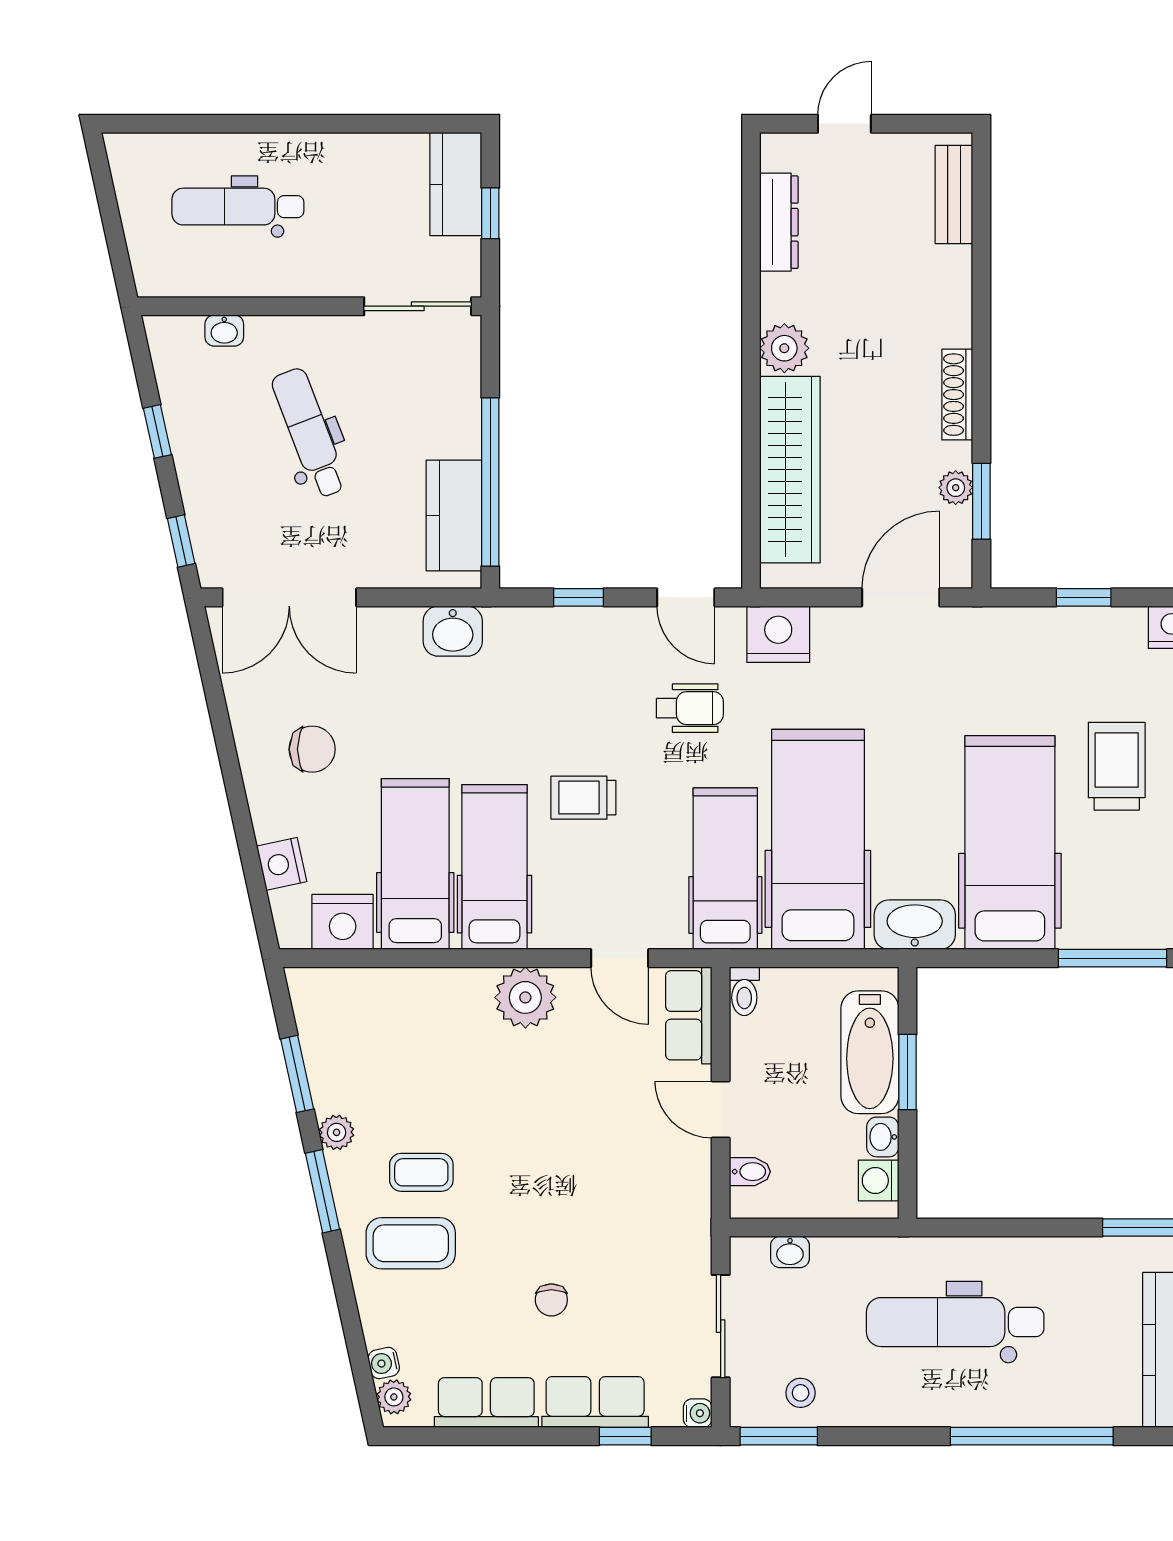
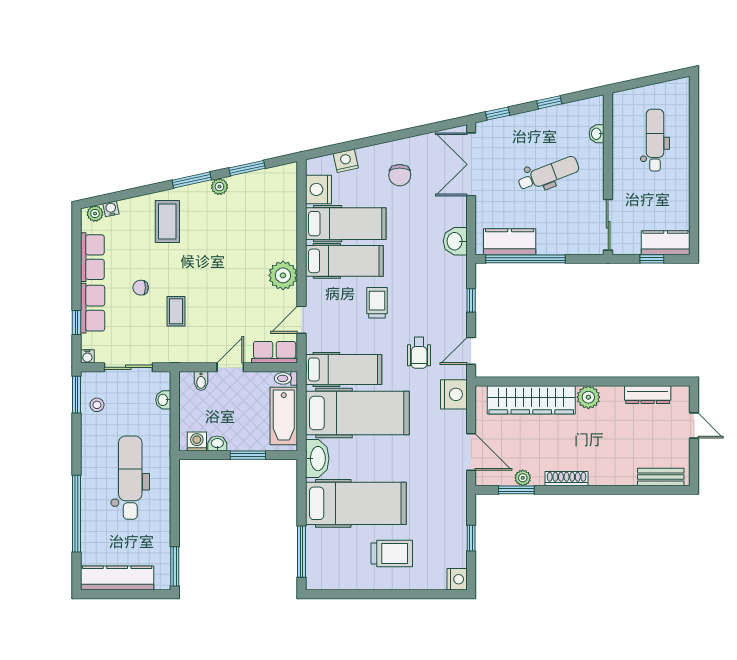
bathtub: (870, 1052) -> (284, 416), moved, turned -90
coffee table: (421, 1172) -> (176, 311), moved

